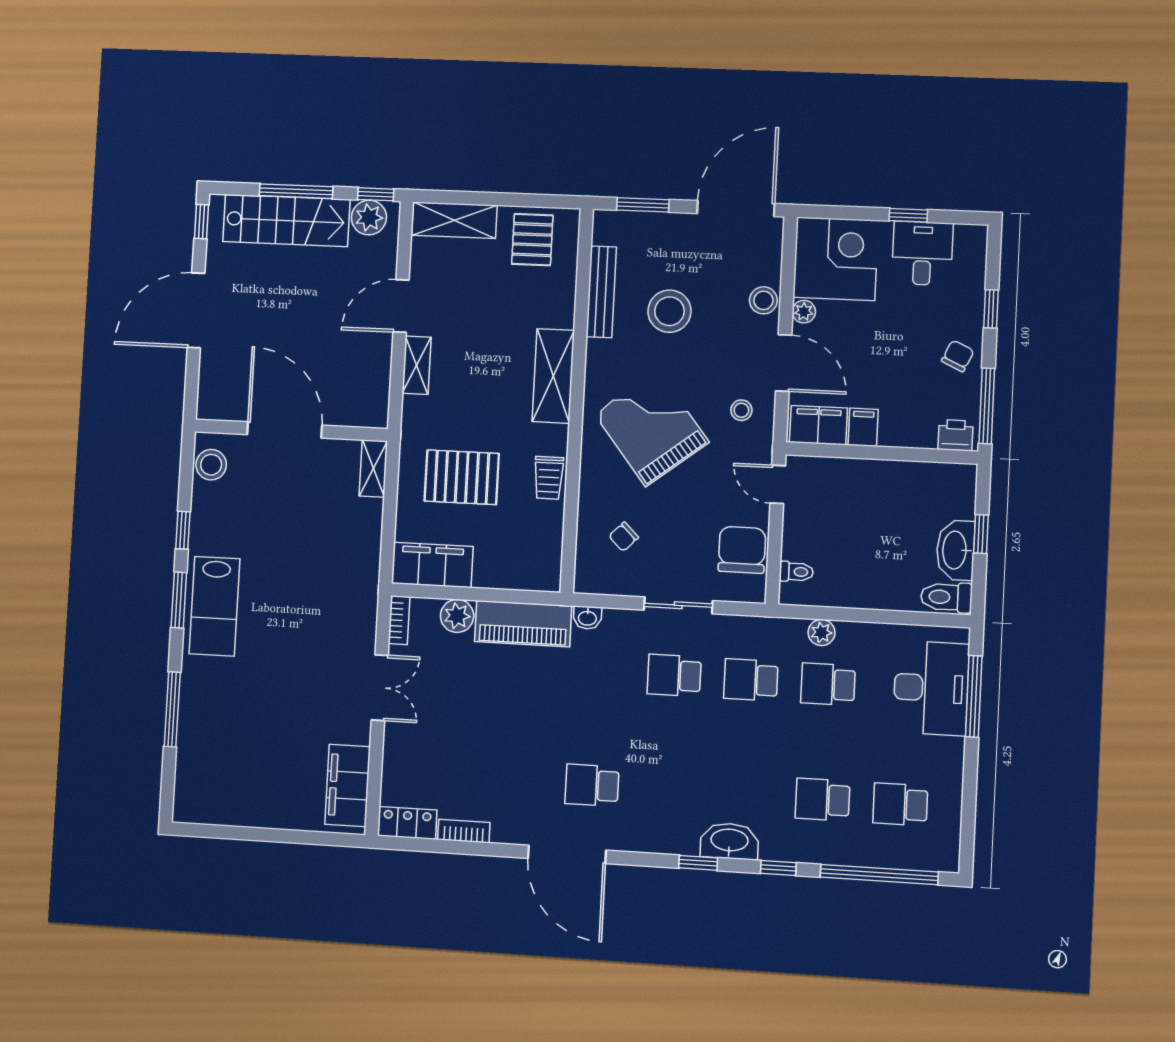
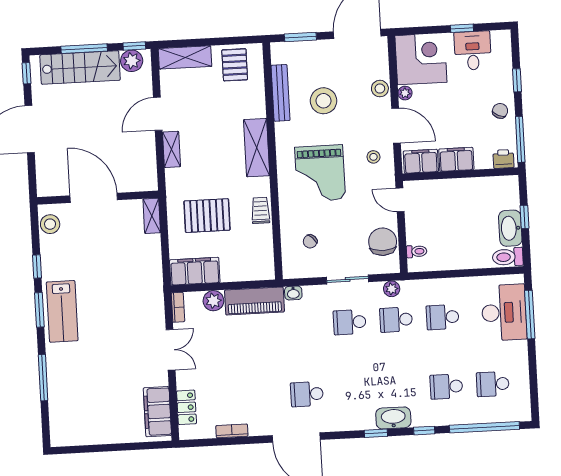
filing cabinet: (863, 427) -> (456, 159), width x2.00
grand piano: (652, 428) -> (320, 173), turned -142
trolley: (549, 478) -> (260, 210), turned 180
plant: (821, 633) -> (392, 289), moved
locker: (407, 823) -> (187, 407), moved, turned 90

